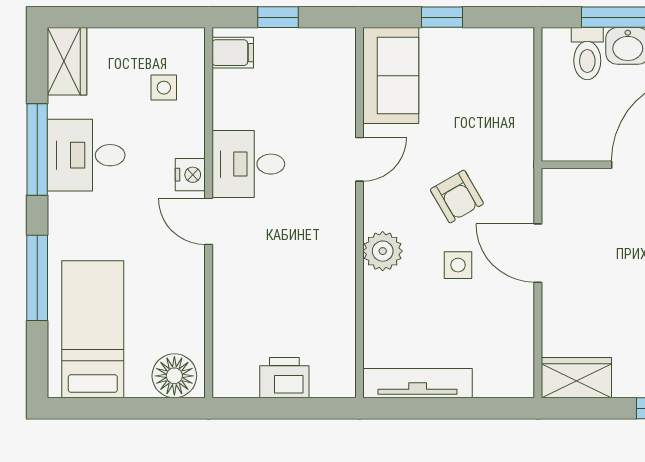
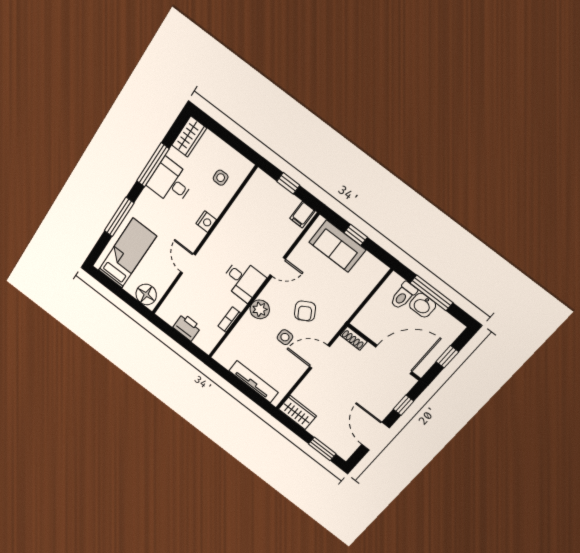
filing cabinet: (233, 53) -> (302, 215), moved, turned 90
sofa: (391, 76) -> (337, 246), moved, turned 90
desk: (248, 164) -> (243, 280), moved, turned 180
shoe rack: (567, 180) -> (354, 338), added
door: (209, 221) -> (188, 263), moved
door: (538, 253) -> (320, 357), hinge flipped
bookcase: (346, 308) -> (229, 320), added
tv unit: (418, 383) -> (254, 382), moved

